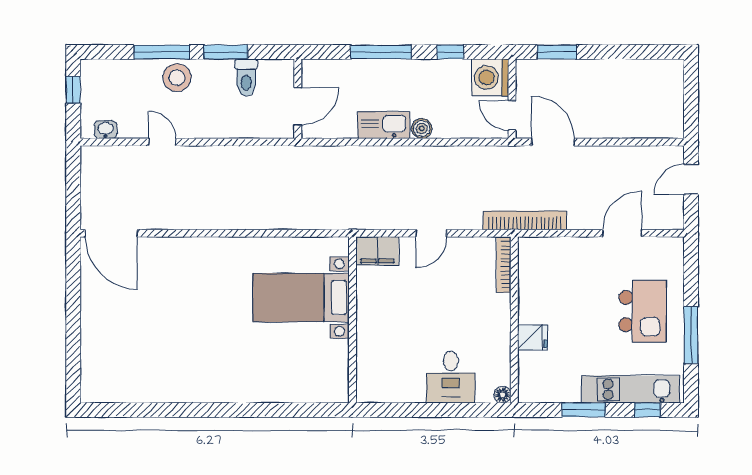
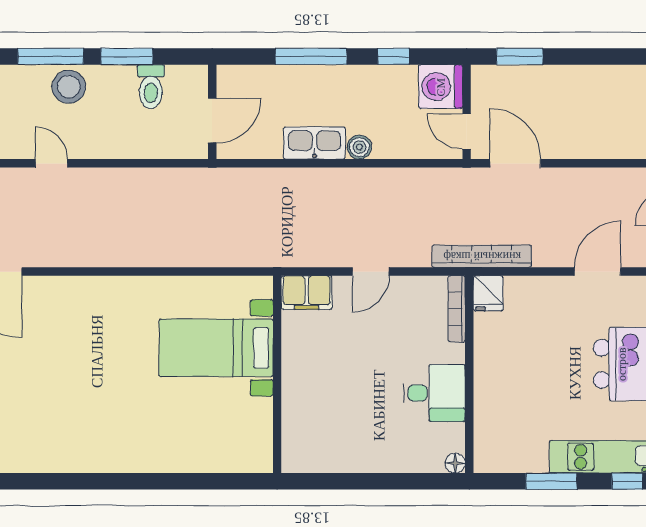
fridge: (533, 337) -> (488, 293), moved, turned 90
desk: (451, 377) -> (434, 393), moved, turned -90

